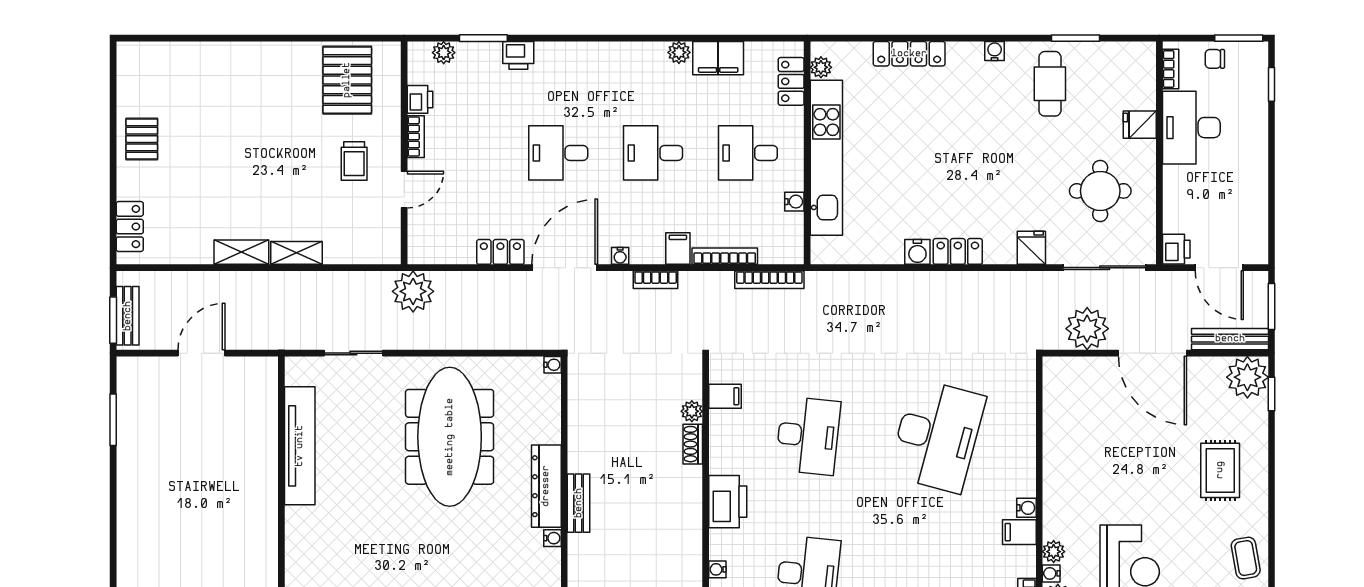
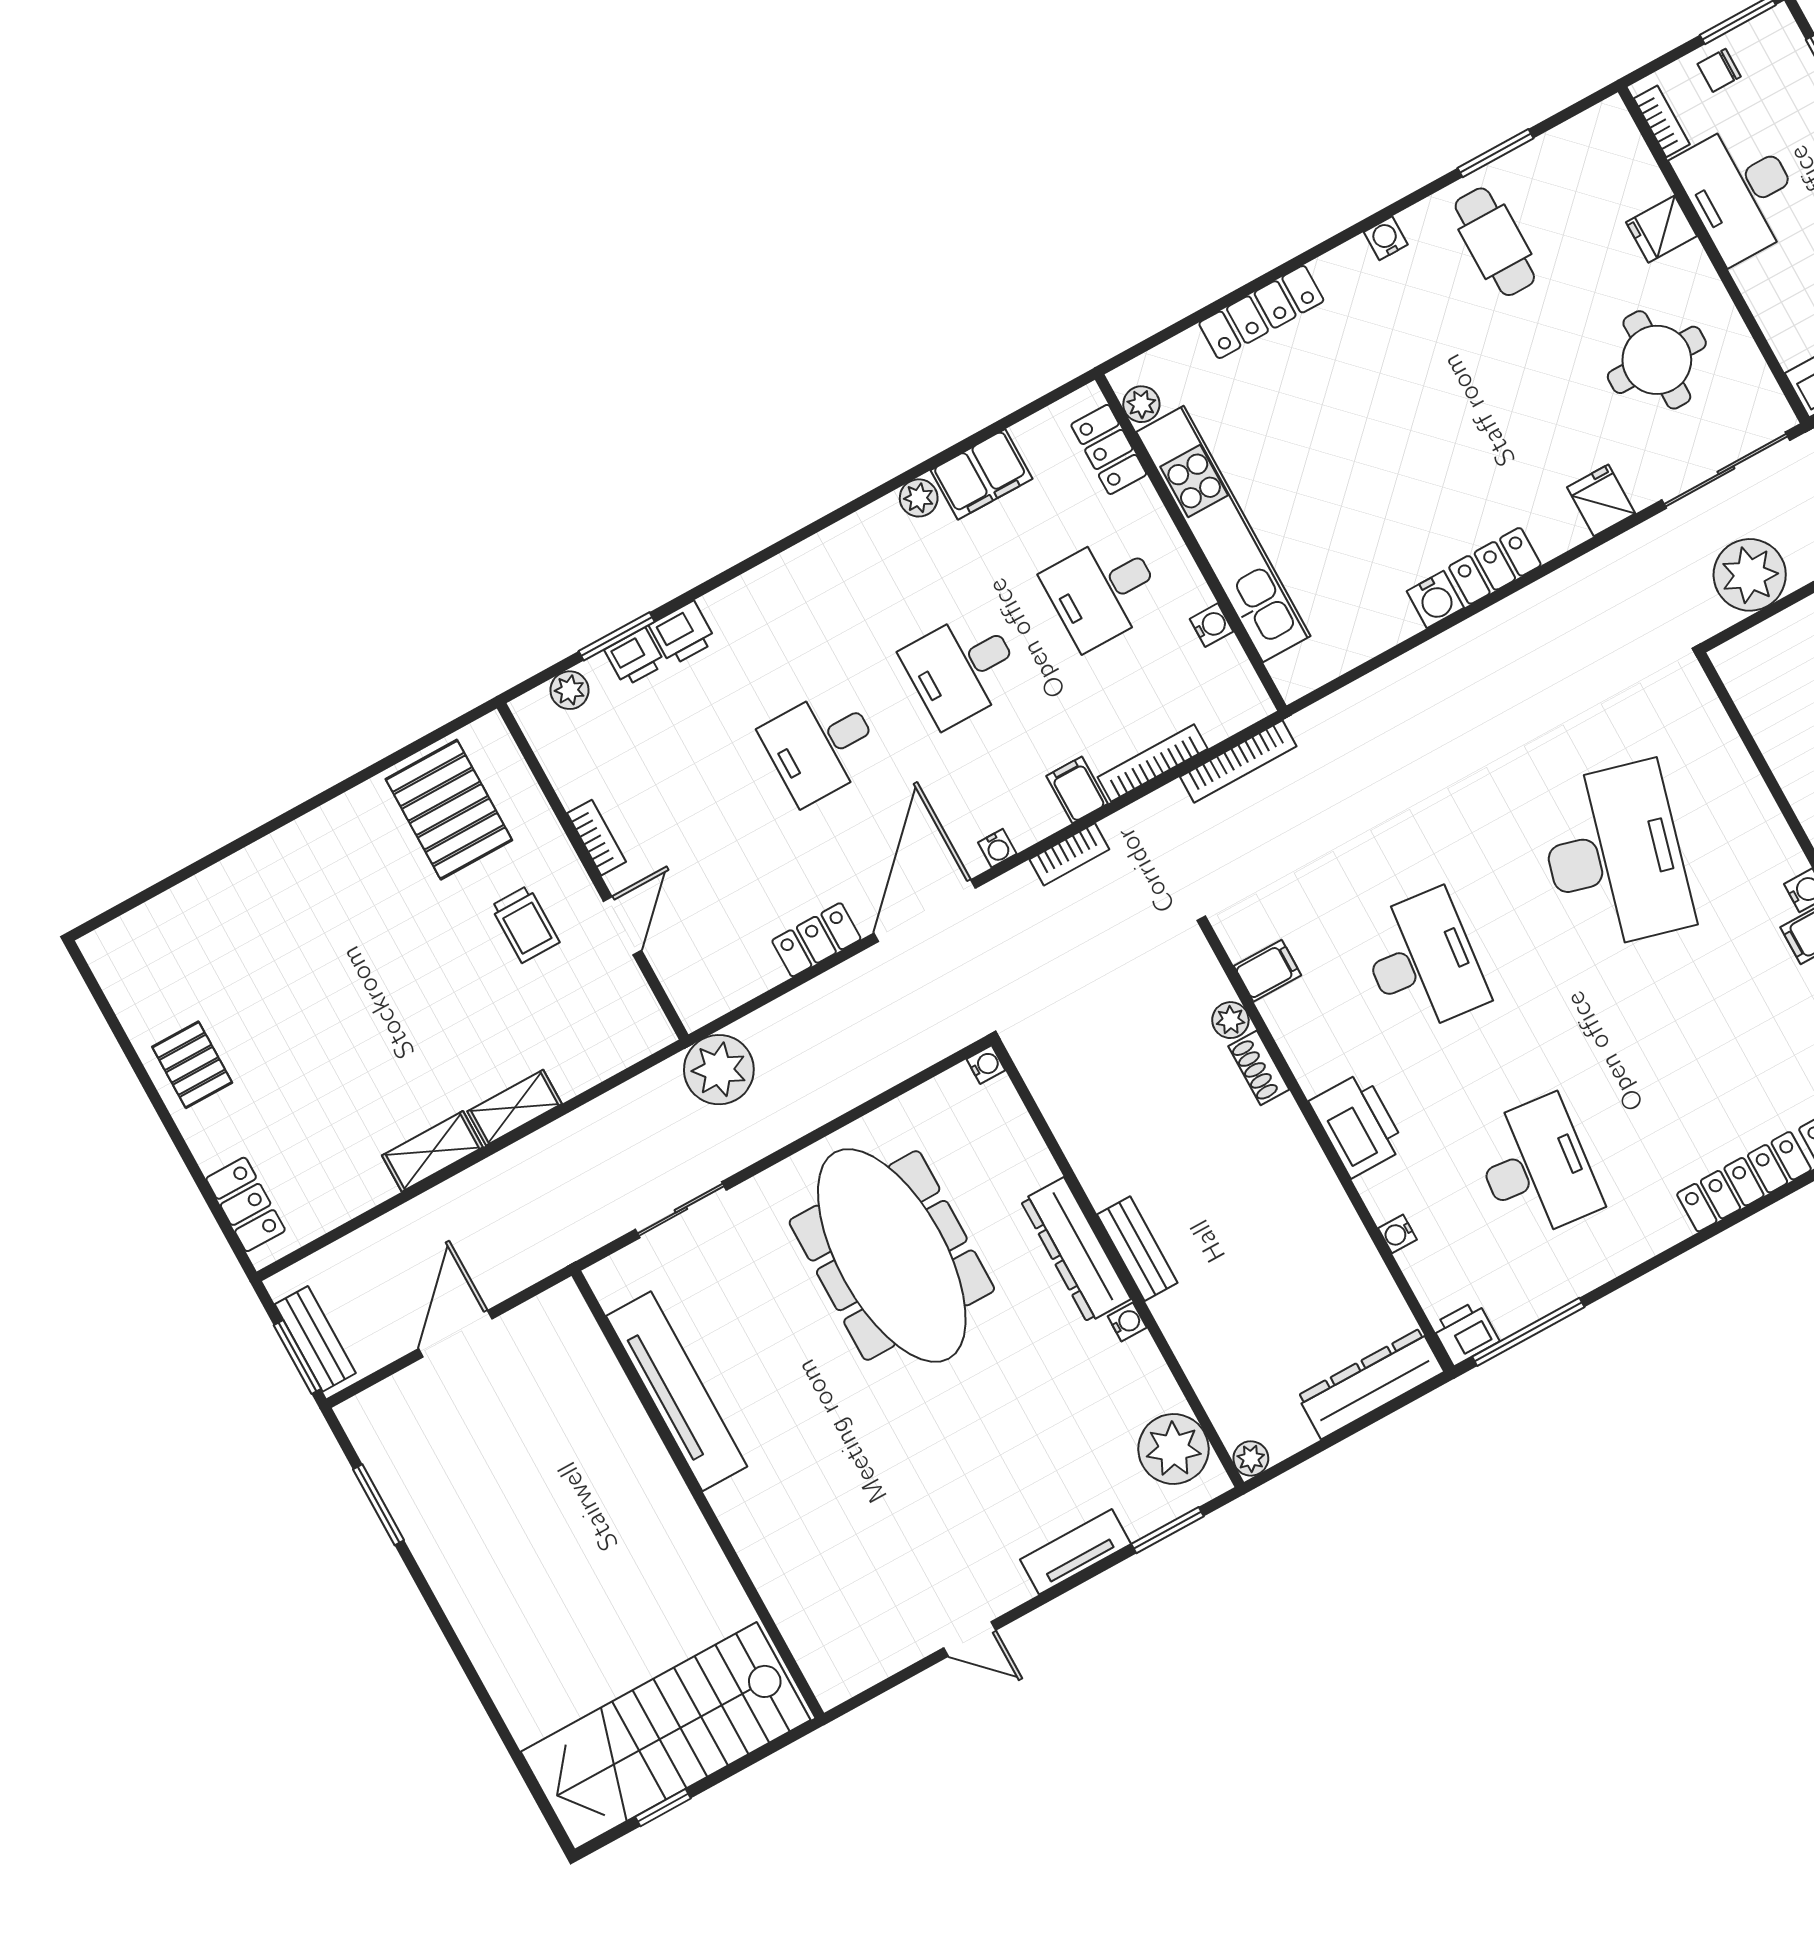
printer: (420, 99) -> (635, 657), moved, turned 90

